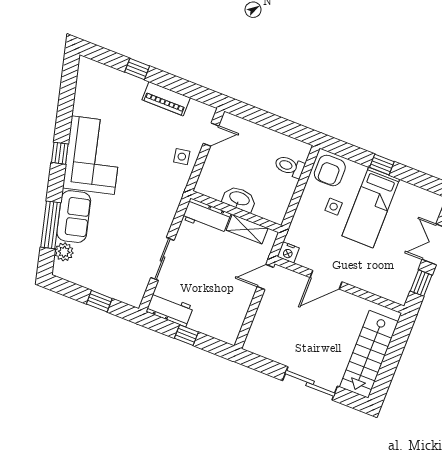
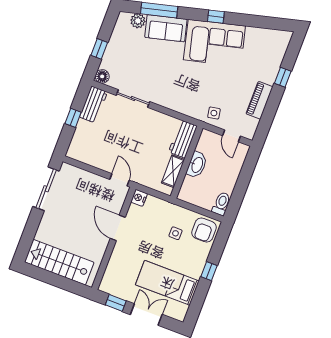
toilet: (290, 166) -> (221, 204), moved
armchair: (330, 170) -> (204, 230), turned -90
washbasin: (239, 199) -> (197, 165), moved
bed: (371, 208) -> (167, 283), moved
wall: (236, 212) -> (187, 162), moved
workbench: (207, 216) -> (183, 139), moved
shelving: (247, 229) -> (173, 171), moved
floor lamp: (134, 298) -> (102, 76), added
sliding door: (310, 383) -> (46, 189), moved

